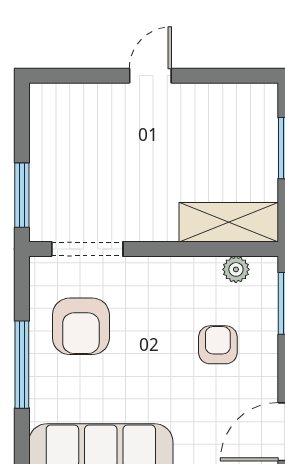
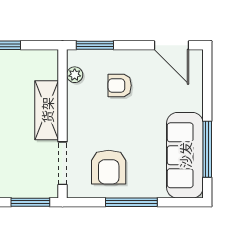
shelving: (229, 222) -> (47, 110), moved
armchair: (81, 326) -> (109, 167), turned 90

